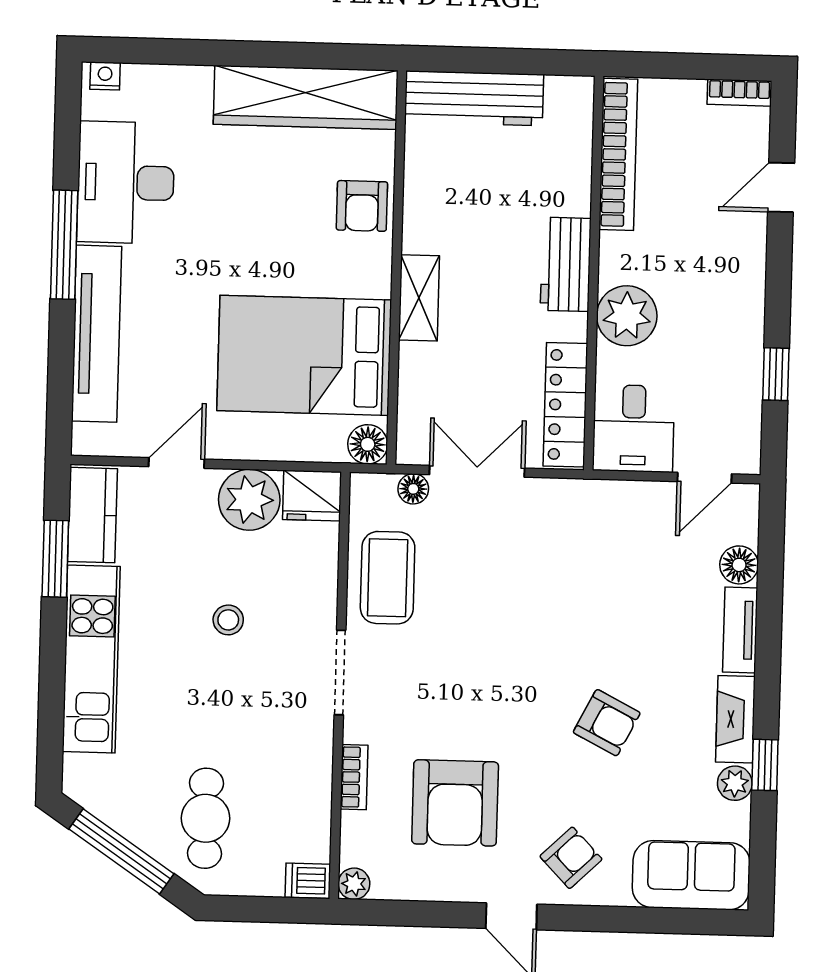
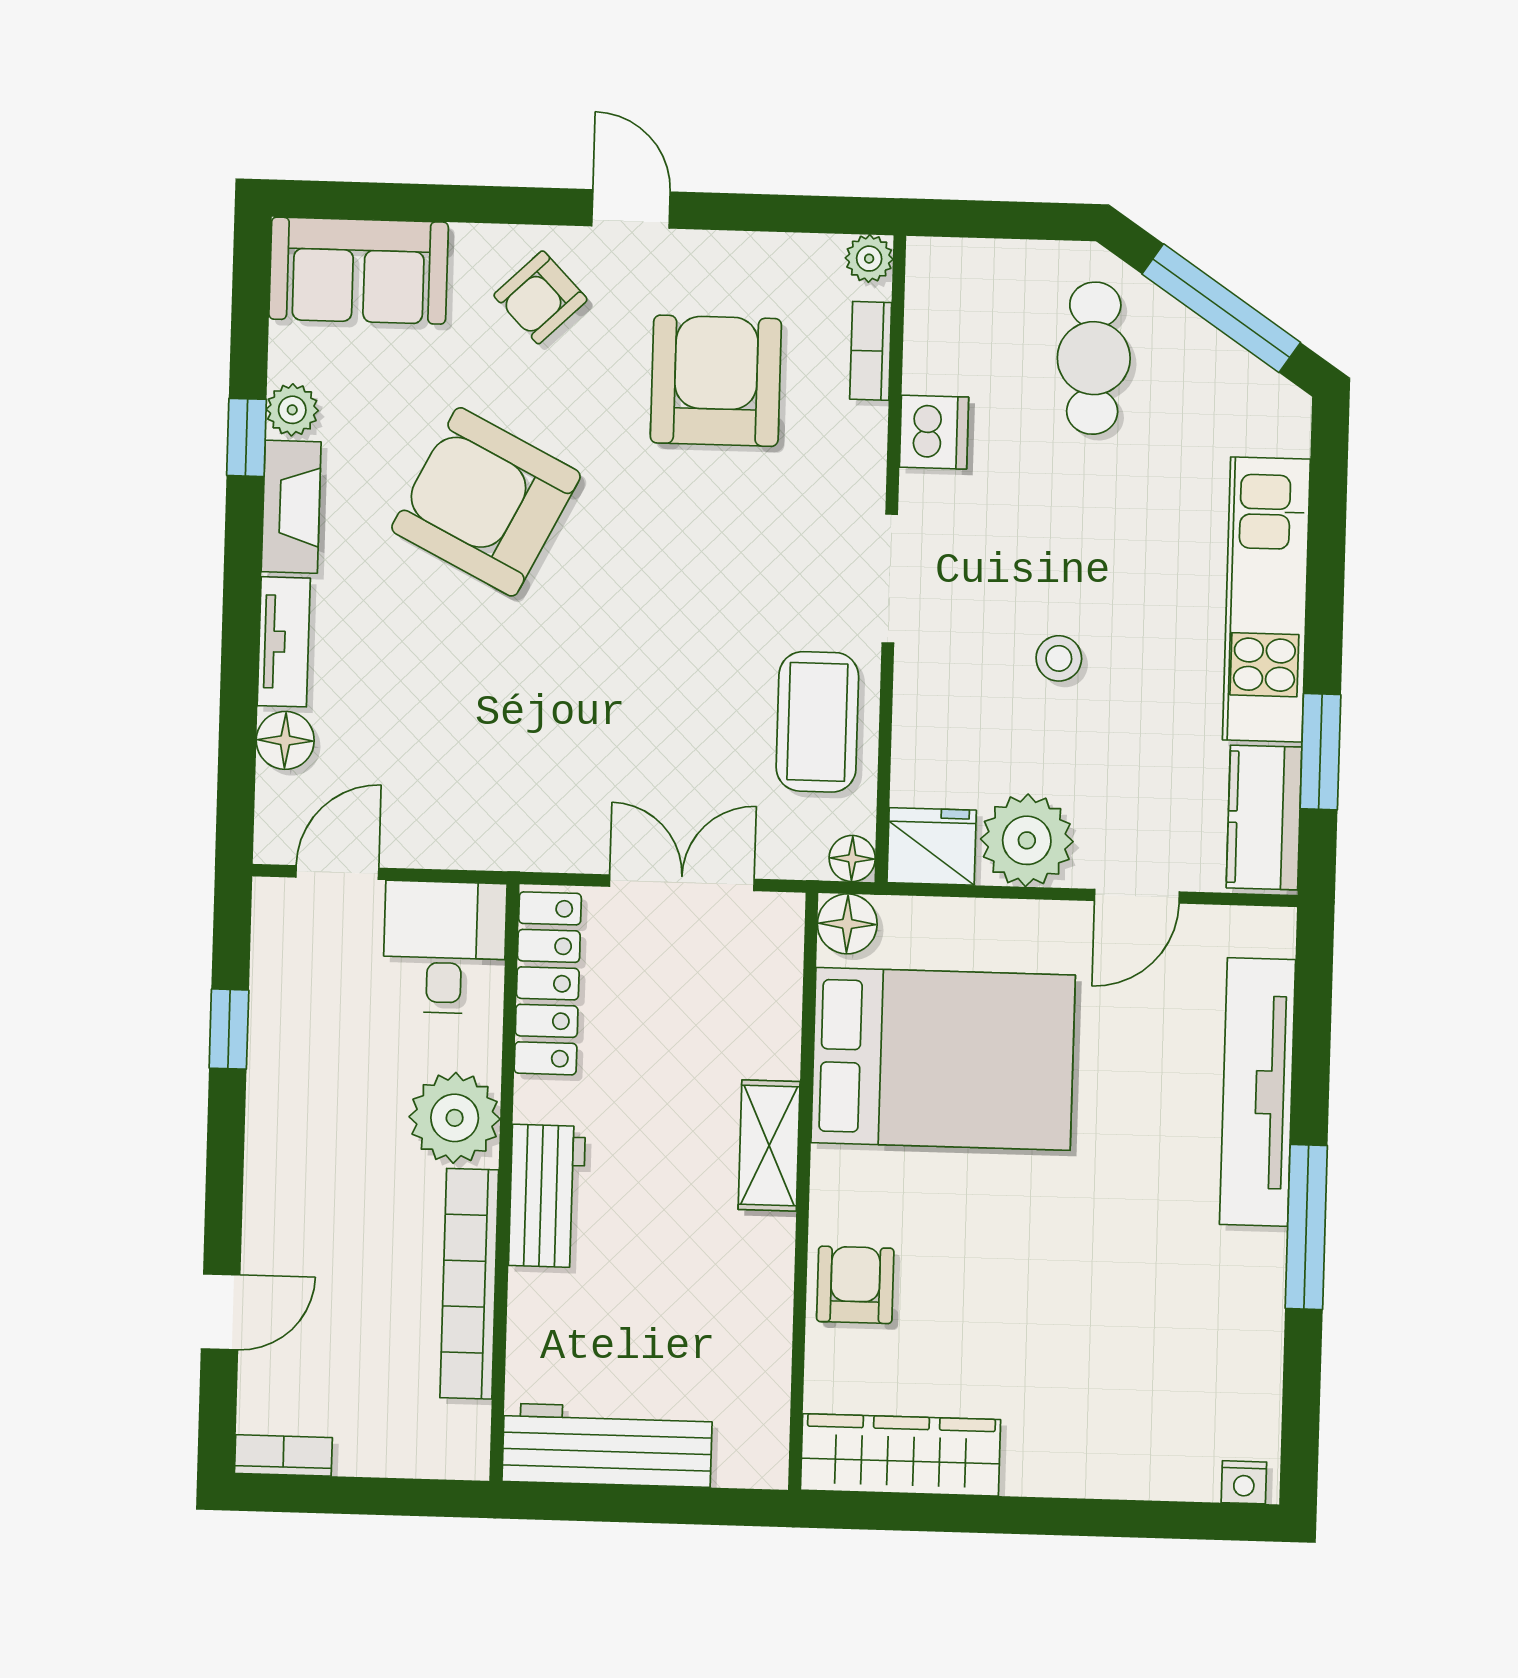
wardrobe: (306, 97) -> (901, 1455), width x0.71, depth x0.85
workbench: (474, 98) -> (607, 1445), moved
bookcase: (618, 154) -> (469, 1284), moved
desk: (126, 182) -> (1213, 1321), removed
double door: (477, 471) -> (682, 883), swing flipped
floor lamp: (413, 489) -> (852, 859), moved
armchair: (607, 723) -> (486, 502), width x1.88, depth x1.88
bookcase: (354, 777) -> (871, 351), moved
dishwasher: (308, 881) -> (934, 432), moved, width x1.38

